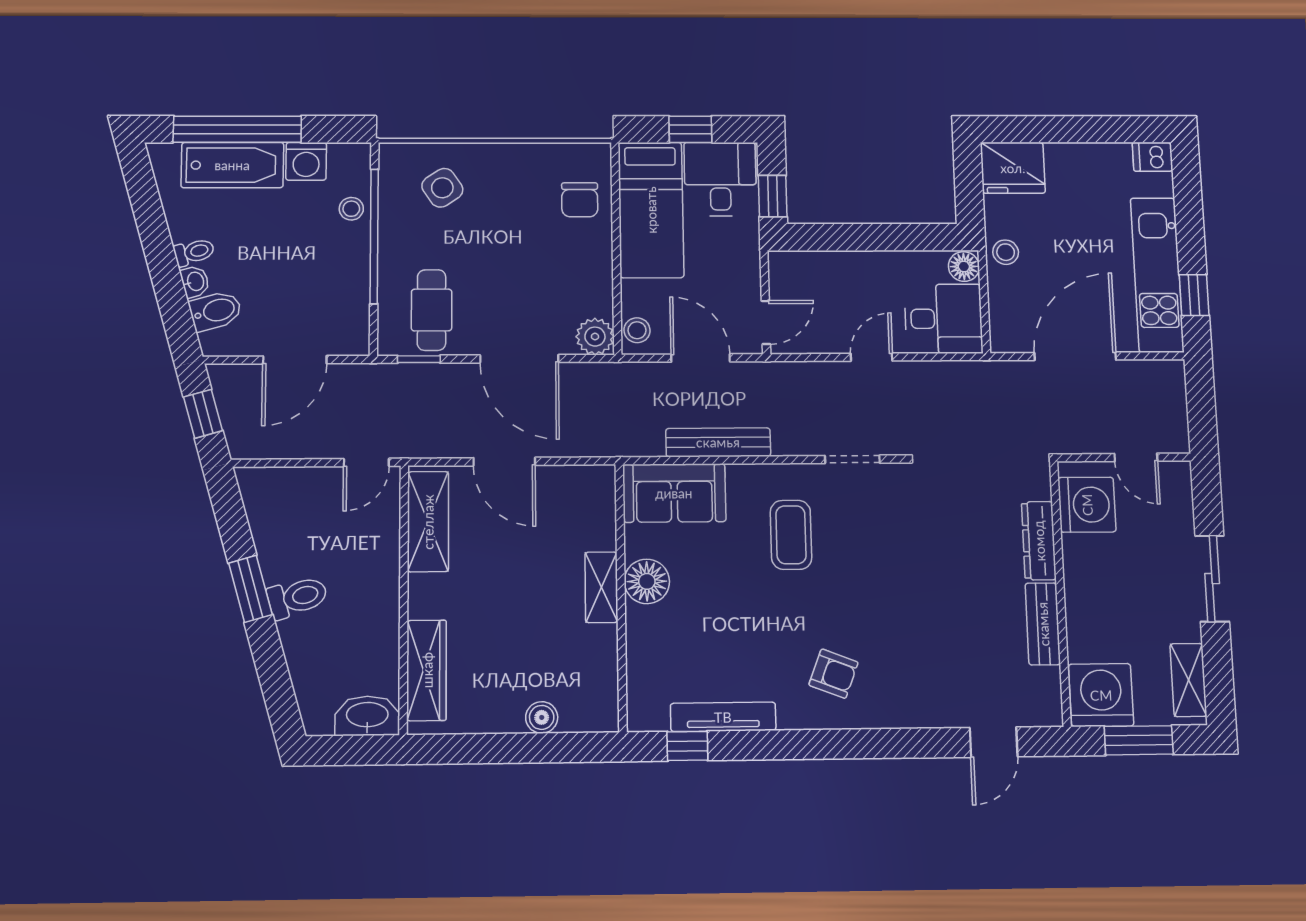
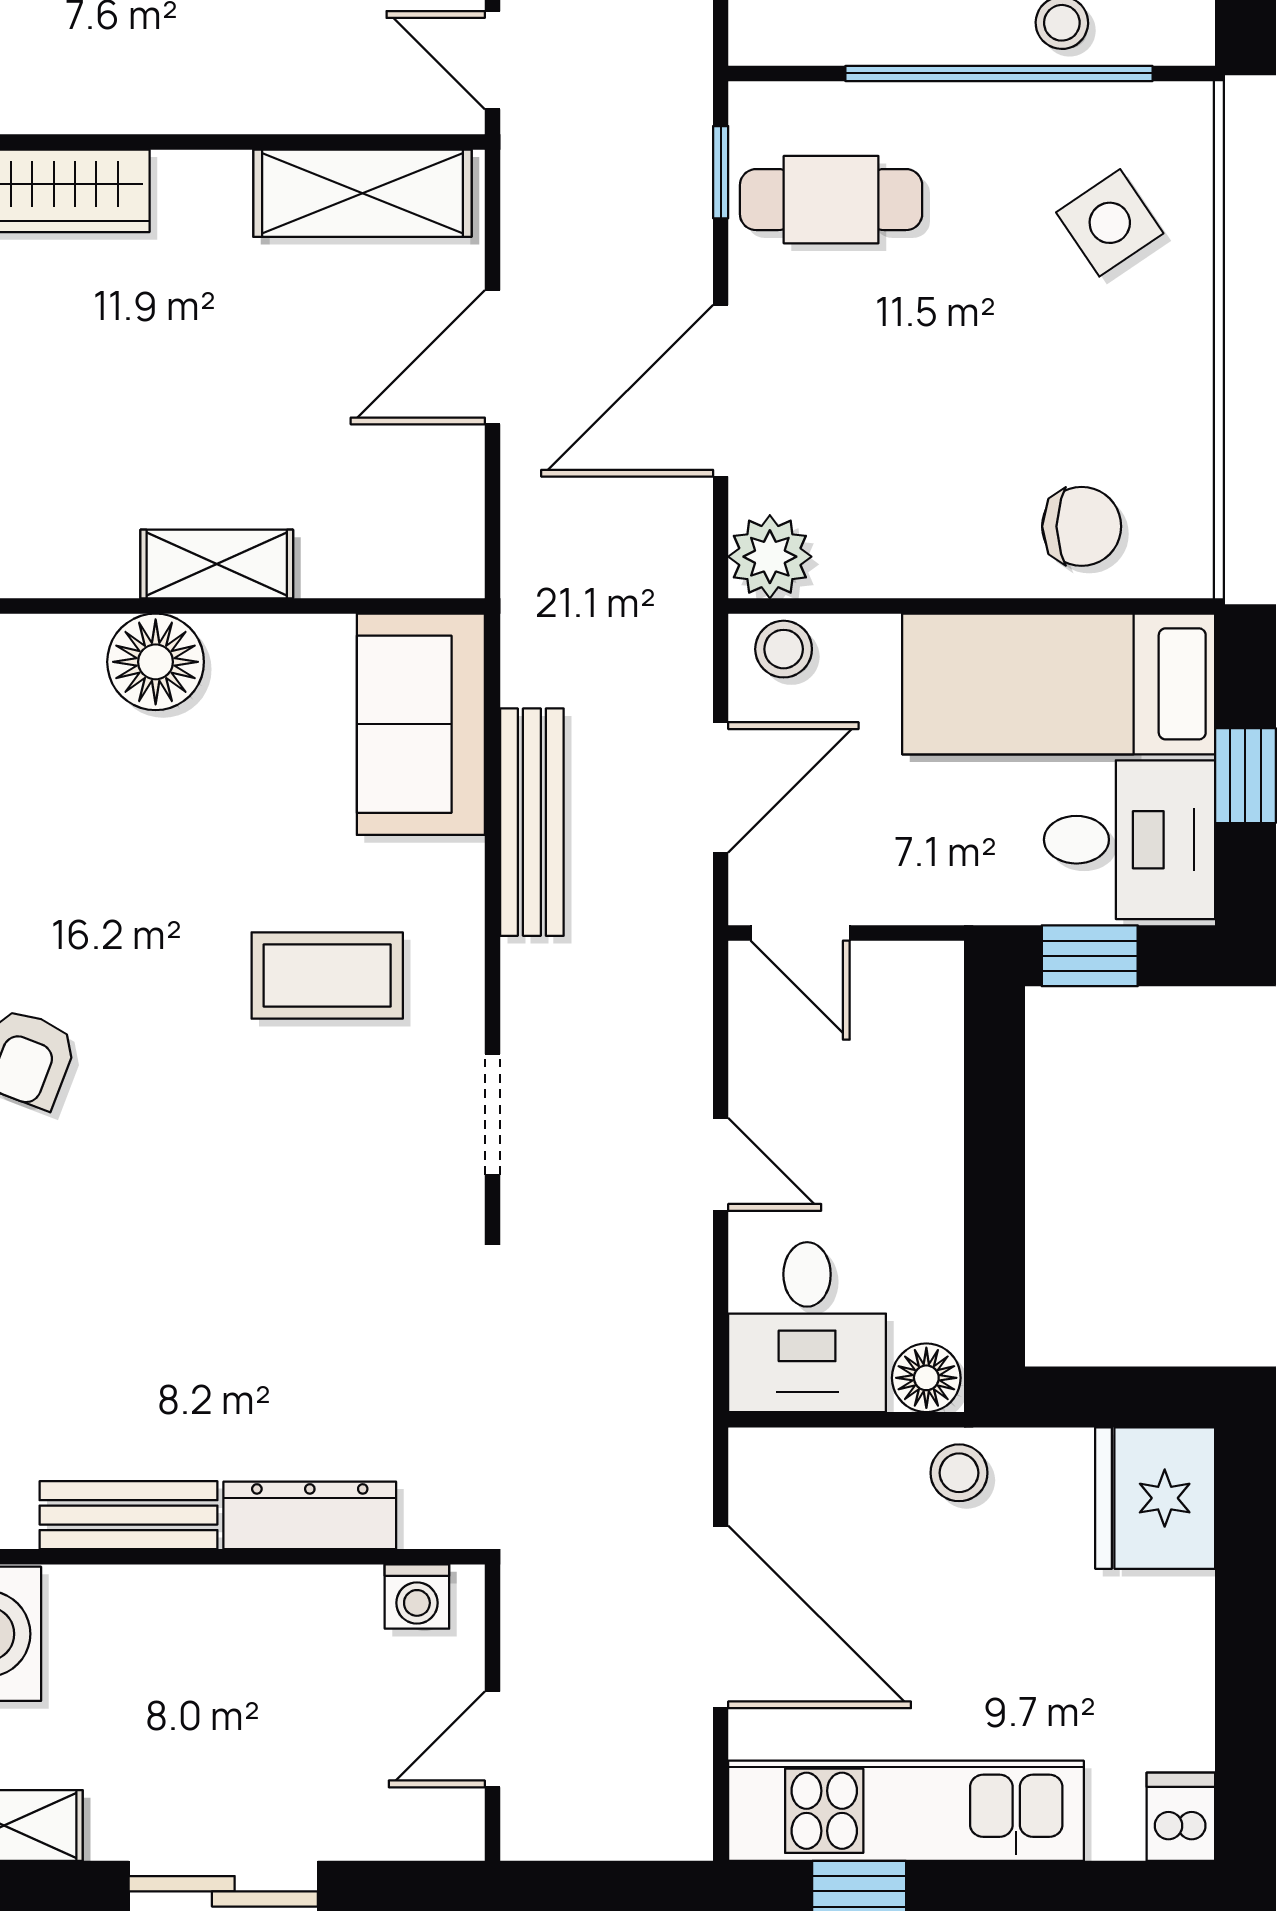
chair: (580, 200) -> (1082, 526), turned 180
washing machine: (1087, 505) -> (417, 1596), width x0.53, depth x0.53
floor lamp: (647, 581) -> (156, 662), moved

